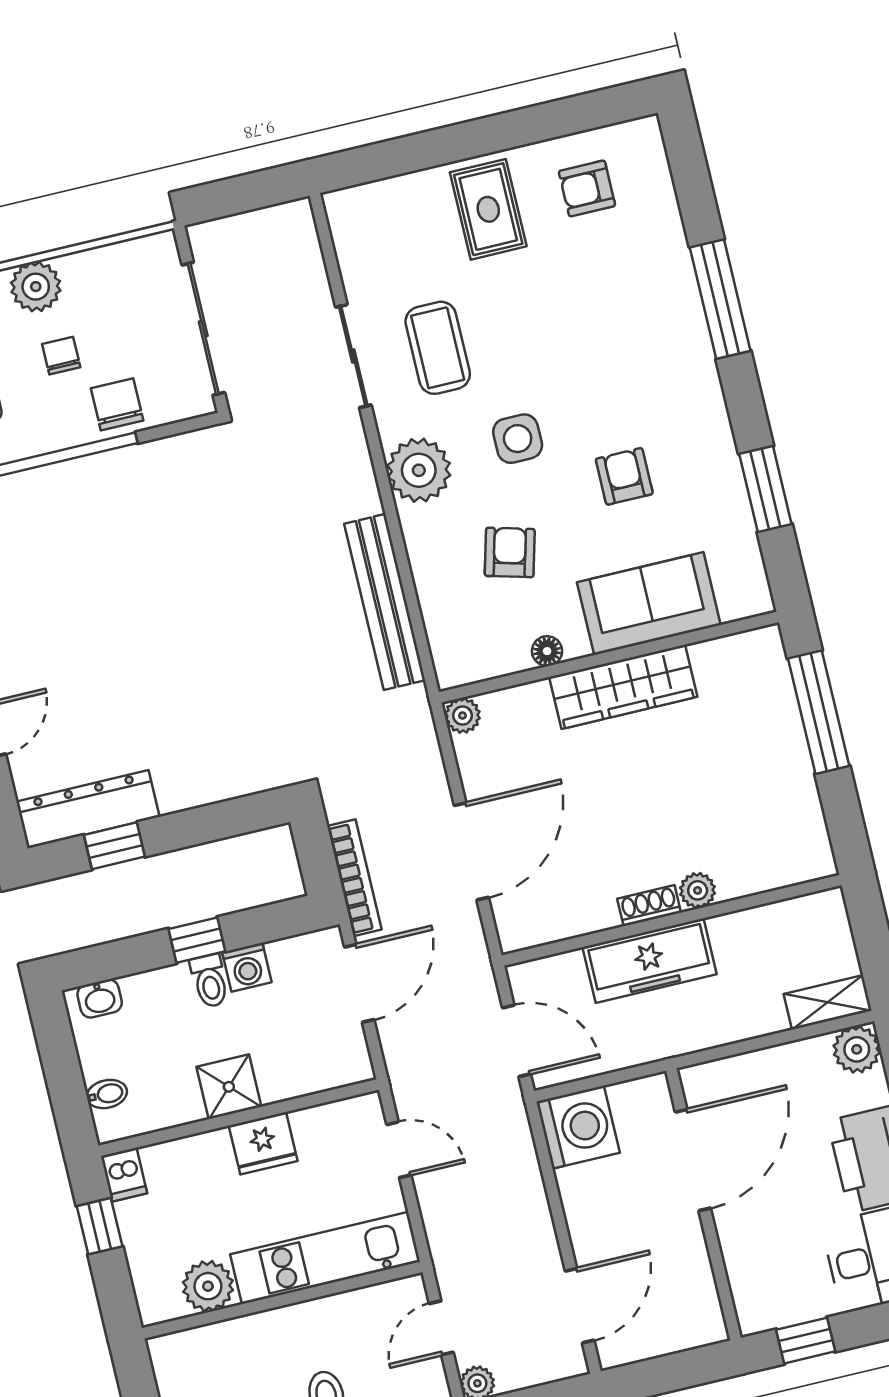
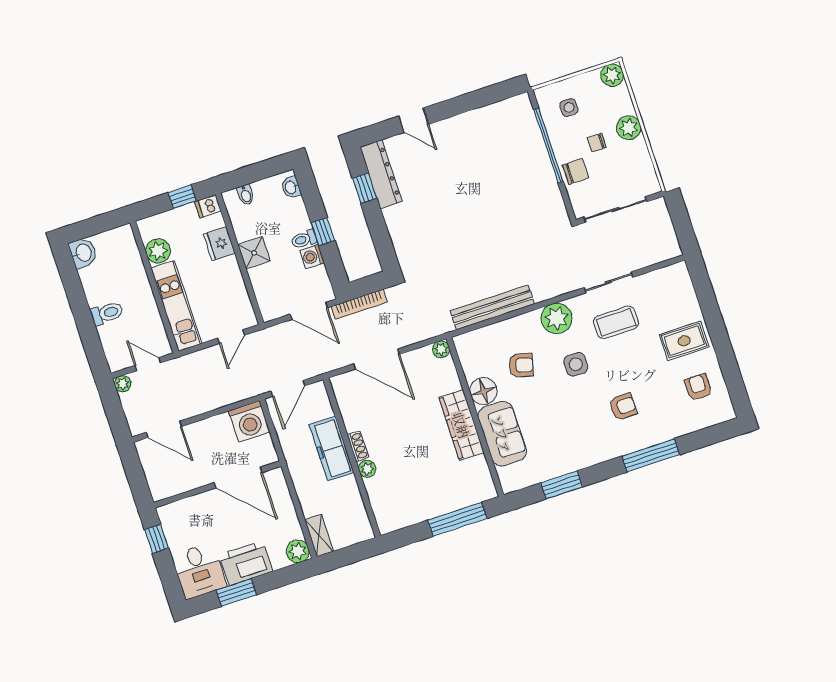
chair: (61, 356) -> (597, 143), turned 180
armchair: (624, 476) -> (623, 407), moved
floor lamp: (547, 651) -> (483, 391), width x1.89, depth x1.89
fridge: (263, 1143) -> (219, 244), moved

